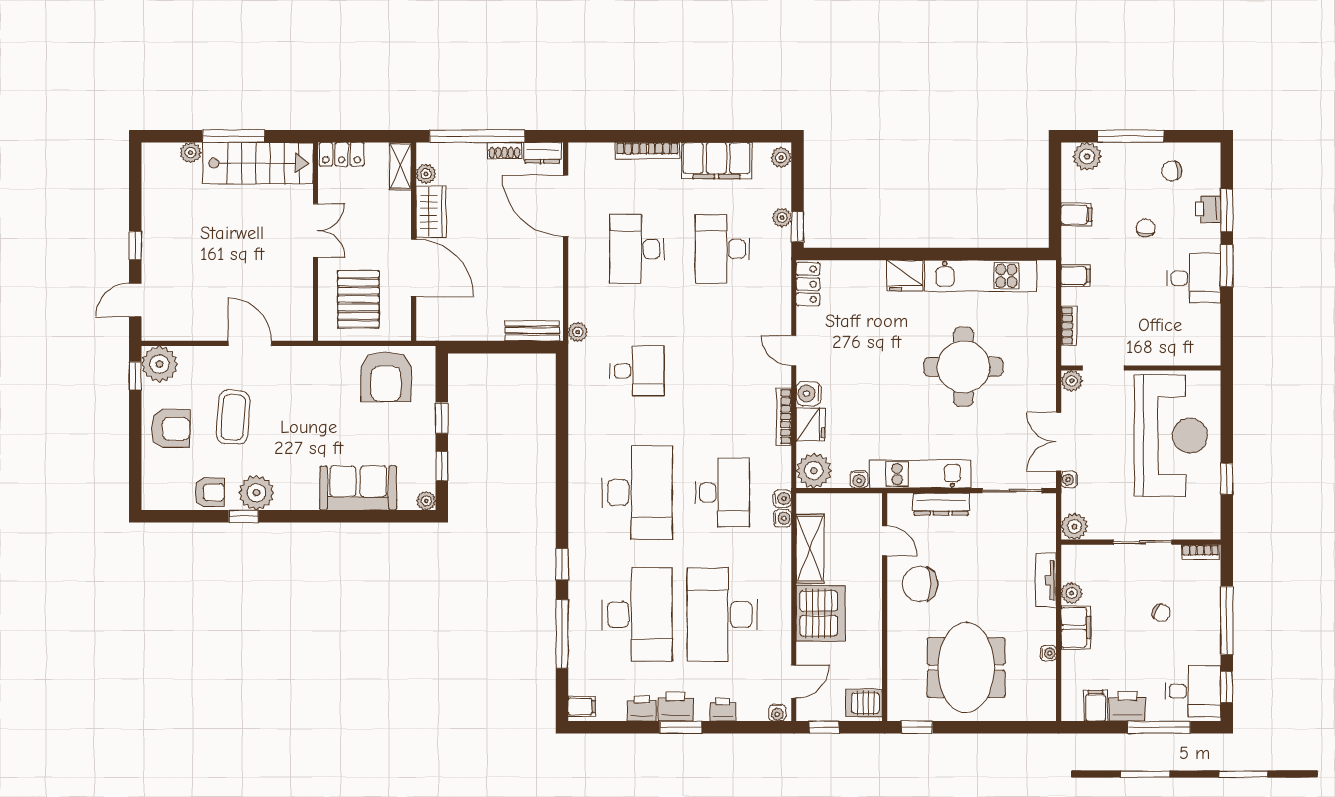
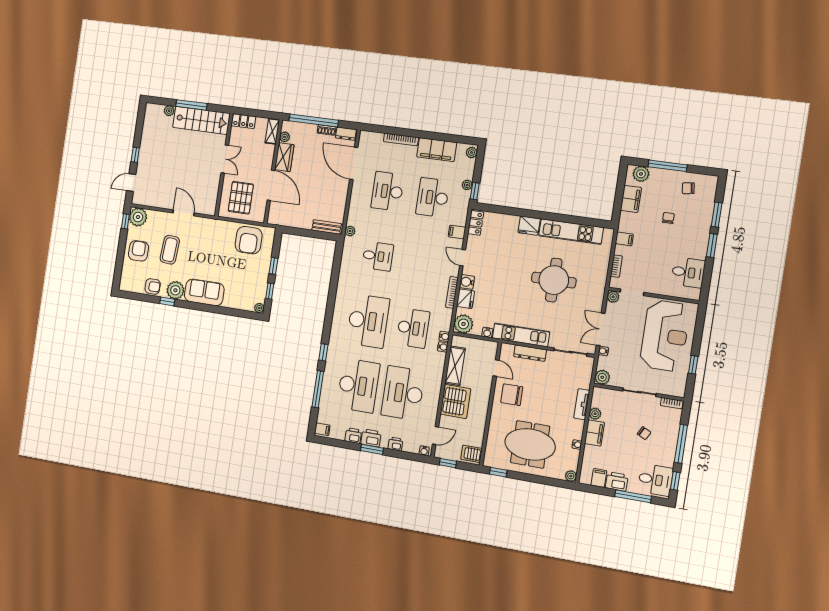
printer: (1208, 209) -> (706, 212), removed
filing cabinet: (1076, 215) -> (631, 199), width x2.00
desk: (1194, 278) -> (688, 273), moved
filing cabinet: (777, 306) -> (457, 232), added
armchair: (171, 429) -> (139, 251), turned -90
sofa: (358, 488) -> (204, 292), moved
meeting table: (966, 668) -> (530, 444), turned 90
plant: (1046, 711) -> (571, 476), added

